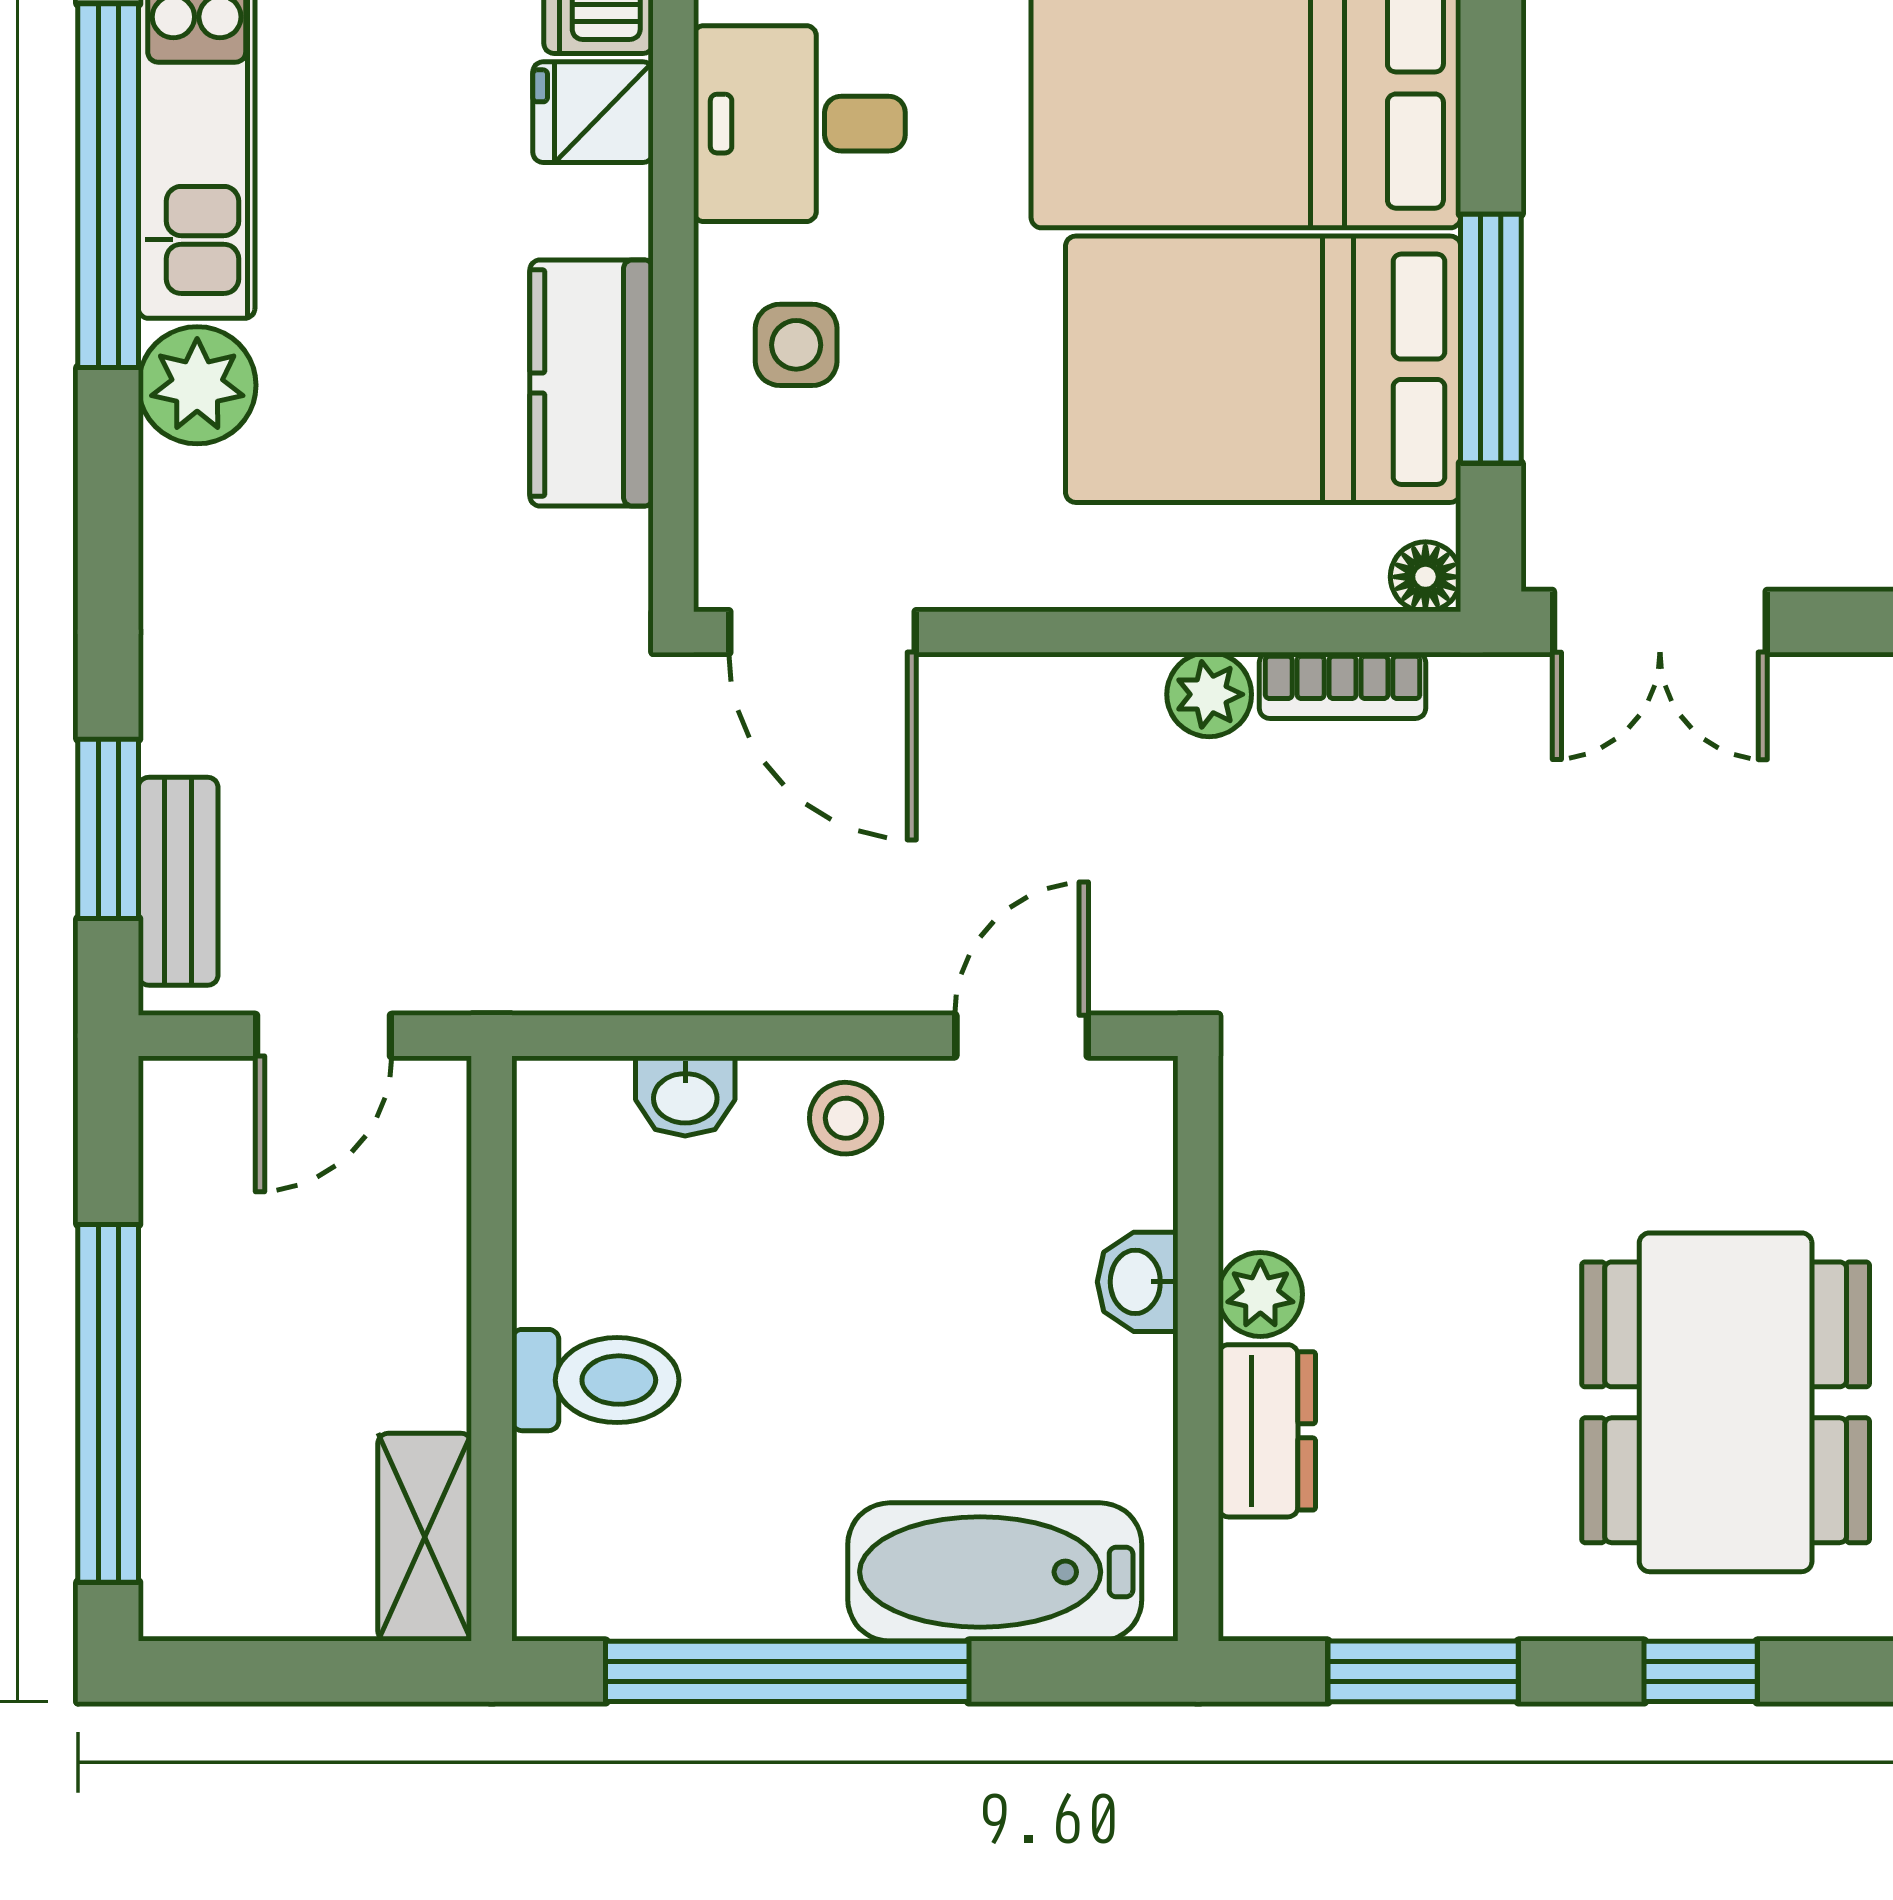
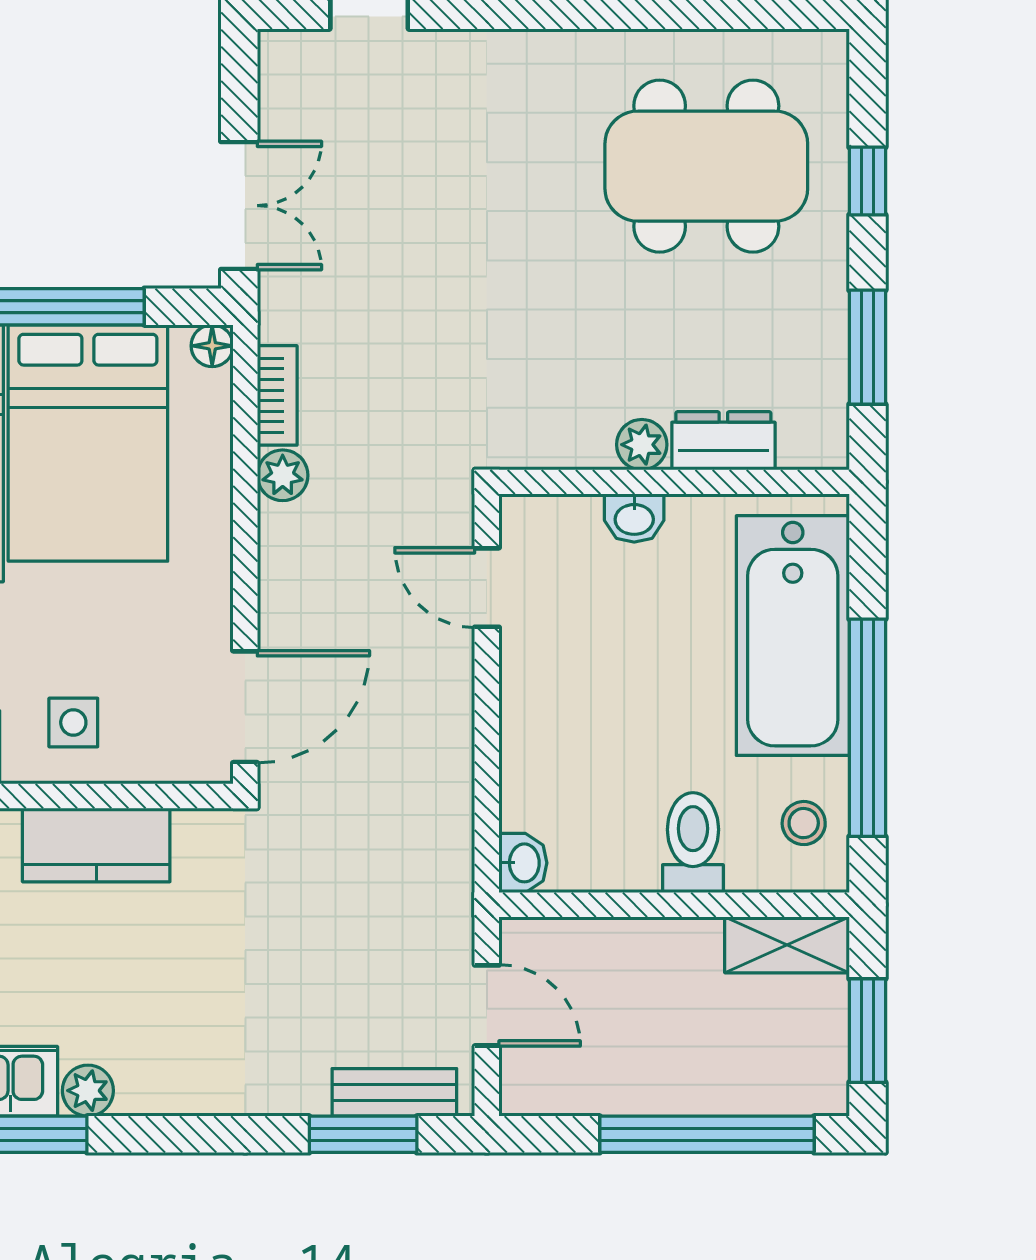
plant: (197, 385) -> (88, 1091), width x0.73, depth x0.73
washbasin: (685, 1096) -> (523, 863), moved
stool: (846, 1118) -> (804, 823), moved
bathtub: (995, 1572) -> (793, 636), width x1.36, depth x1.36
window: (281, 1671) -> (867, 1031), added

